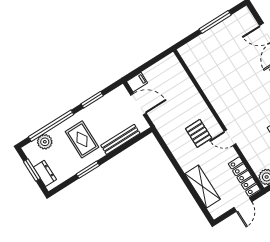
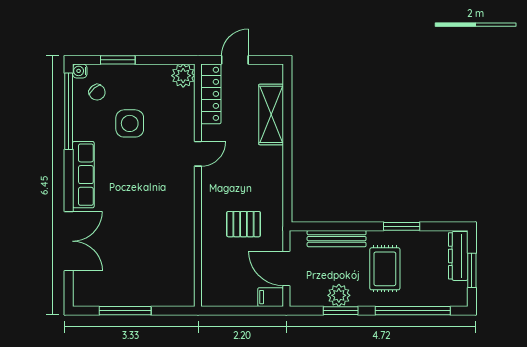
pallet: (199, 133) -> (244, 224), moved, turned 90
door: (230, 138) -> (198, 154), hinge flipped
plant: (45, 142) -> (339, 295), moved
dresser: (45, 173) -> (458, 256), width x1.44

